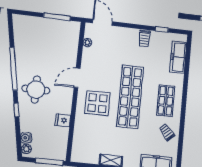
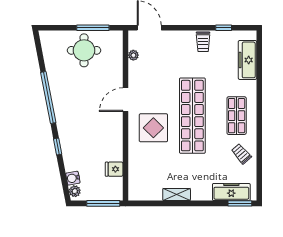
round table: (36, 90) -> (84, 50), moved
fridge: (63, 120) -> (114, 169), moved

